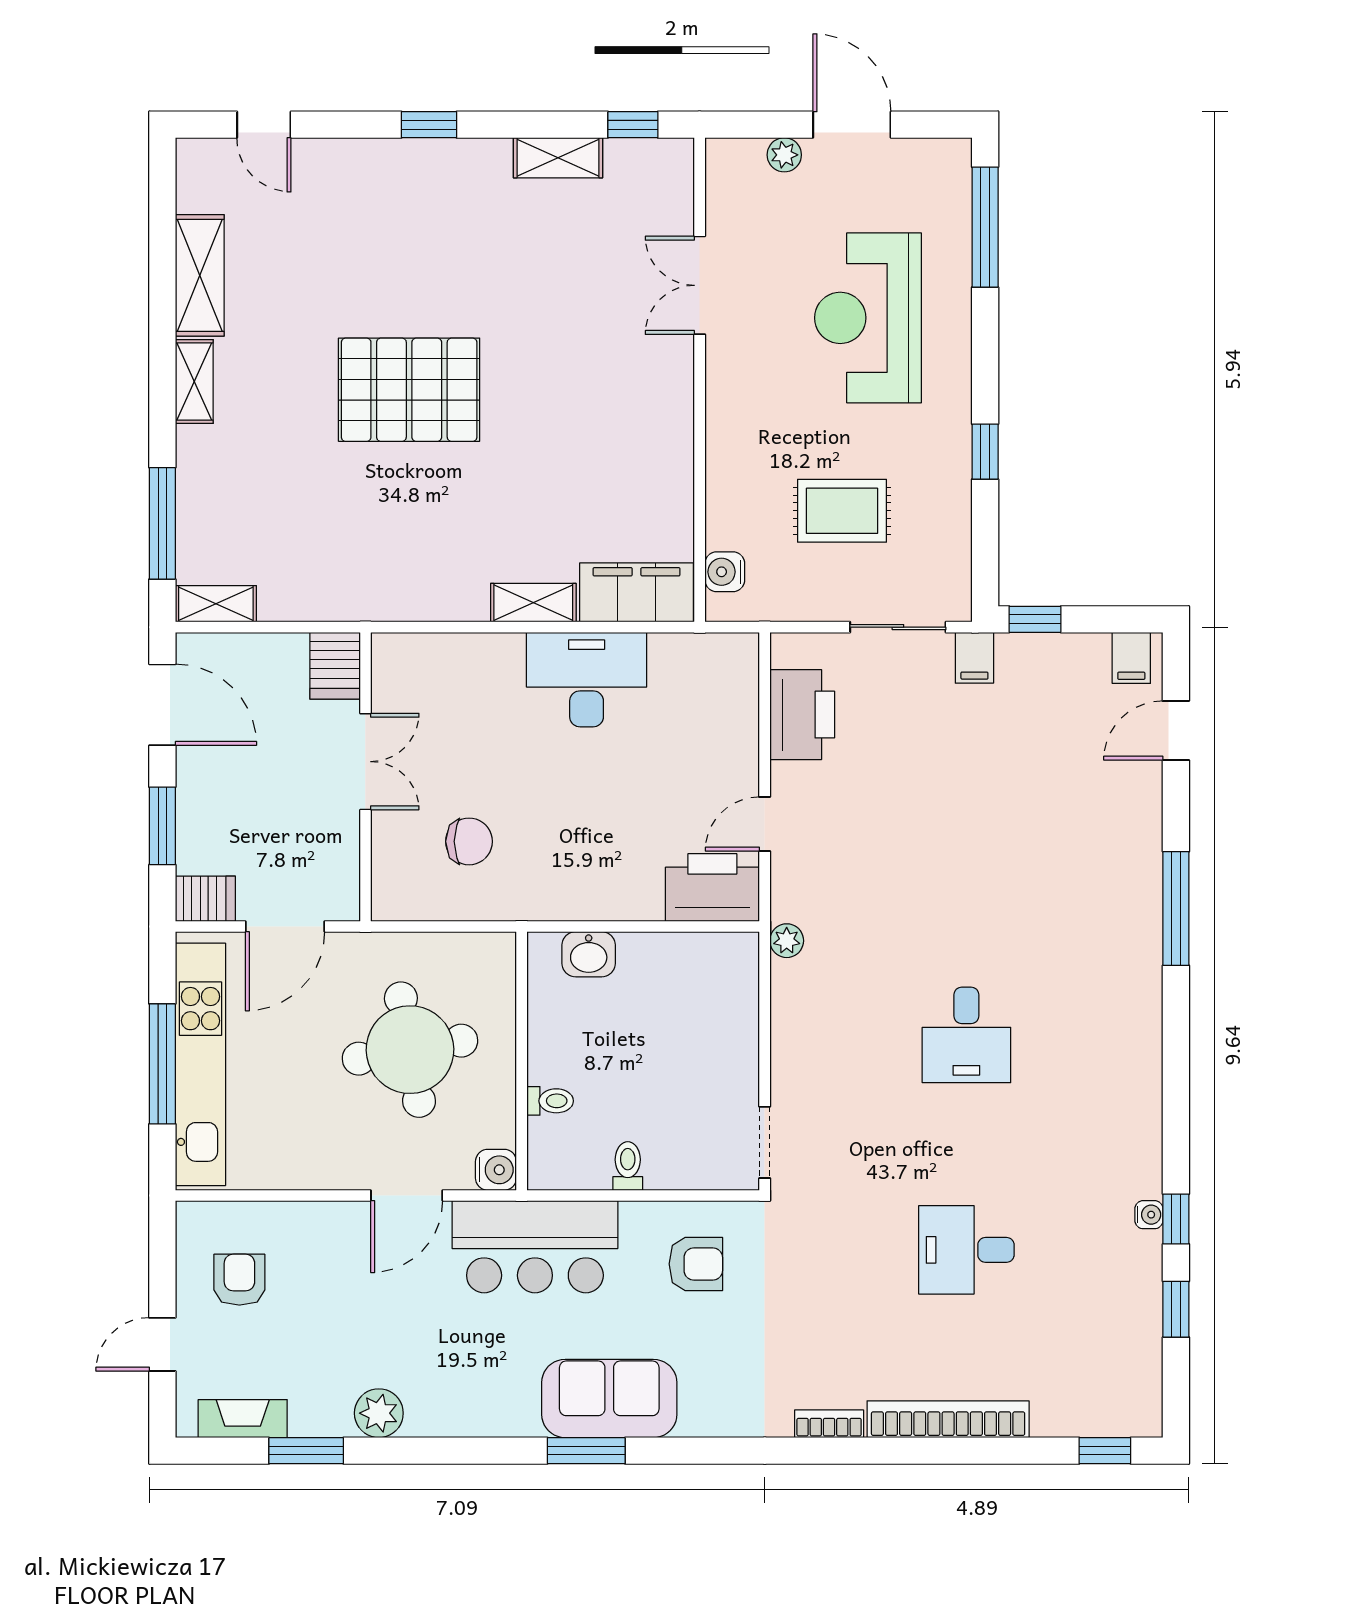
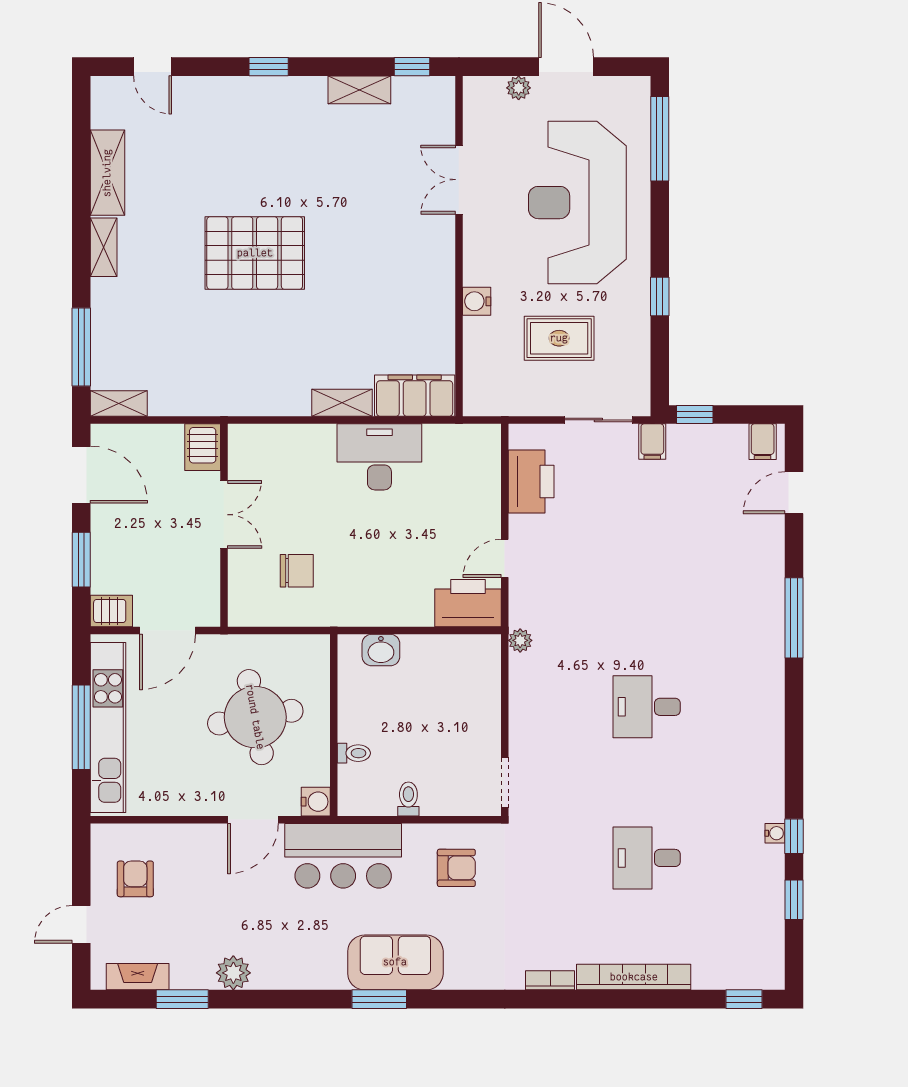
reception desk: (868, 318) -> (577, 203), width x1.36, depth x1.30
water cooler: (725, 572) -> (477, 301), moved
desk: (966, 1035) -> (647, 707), turned 90

